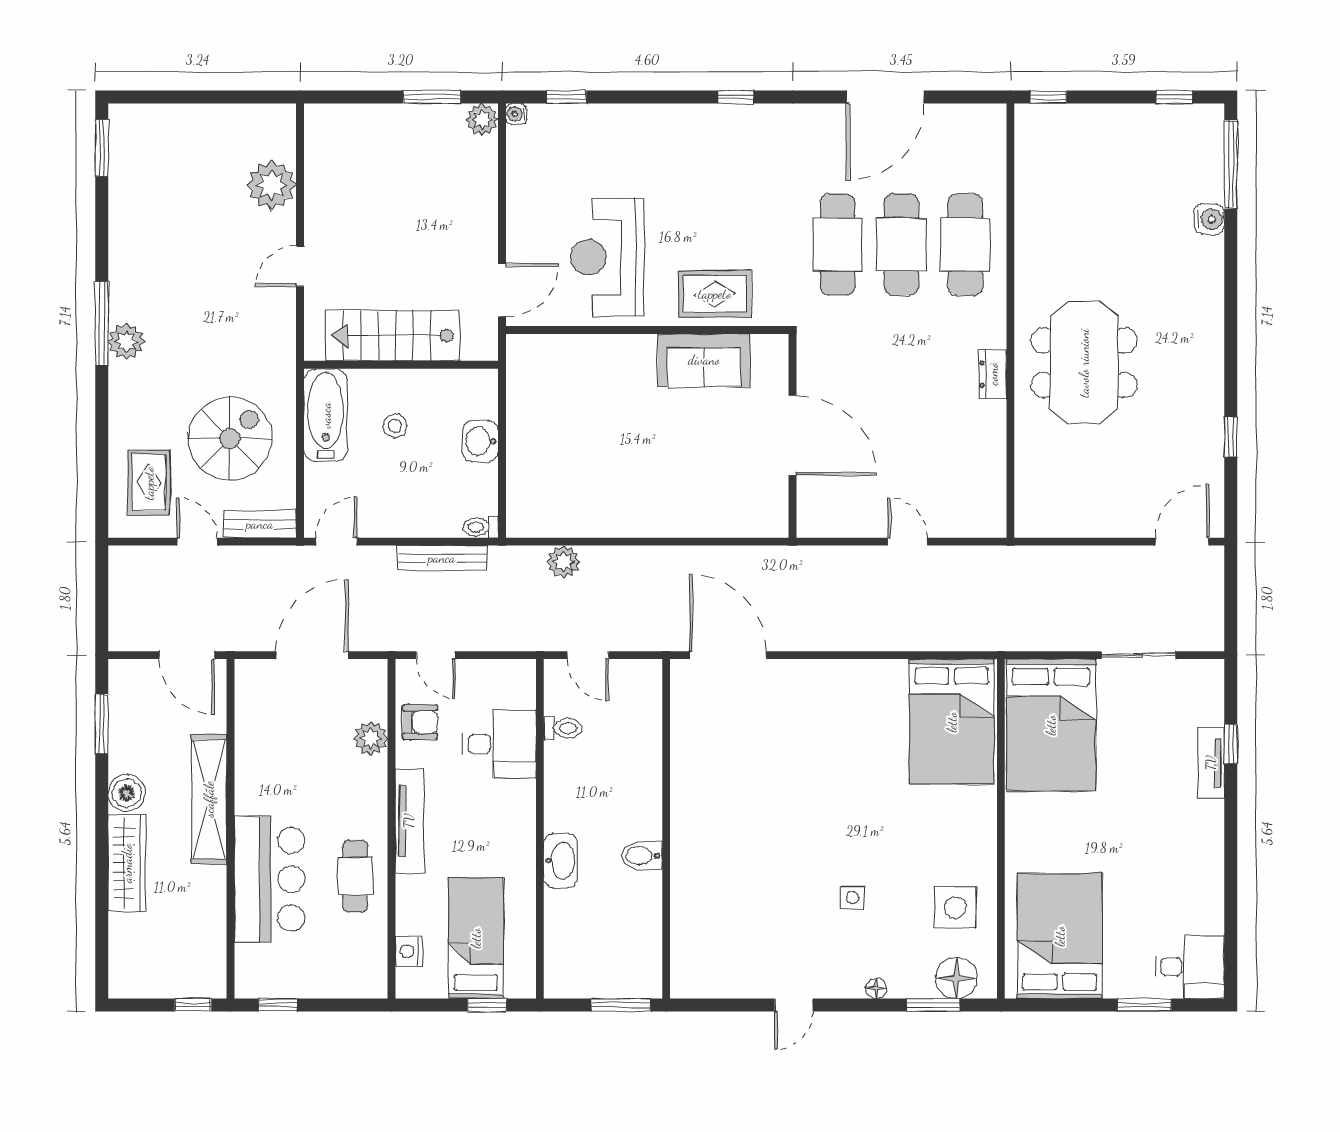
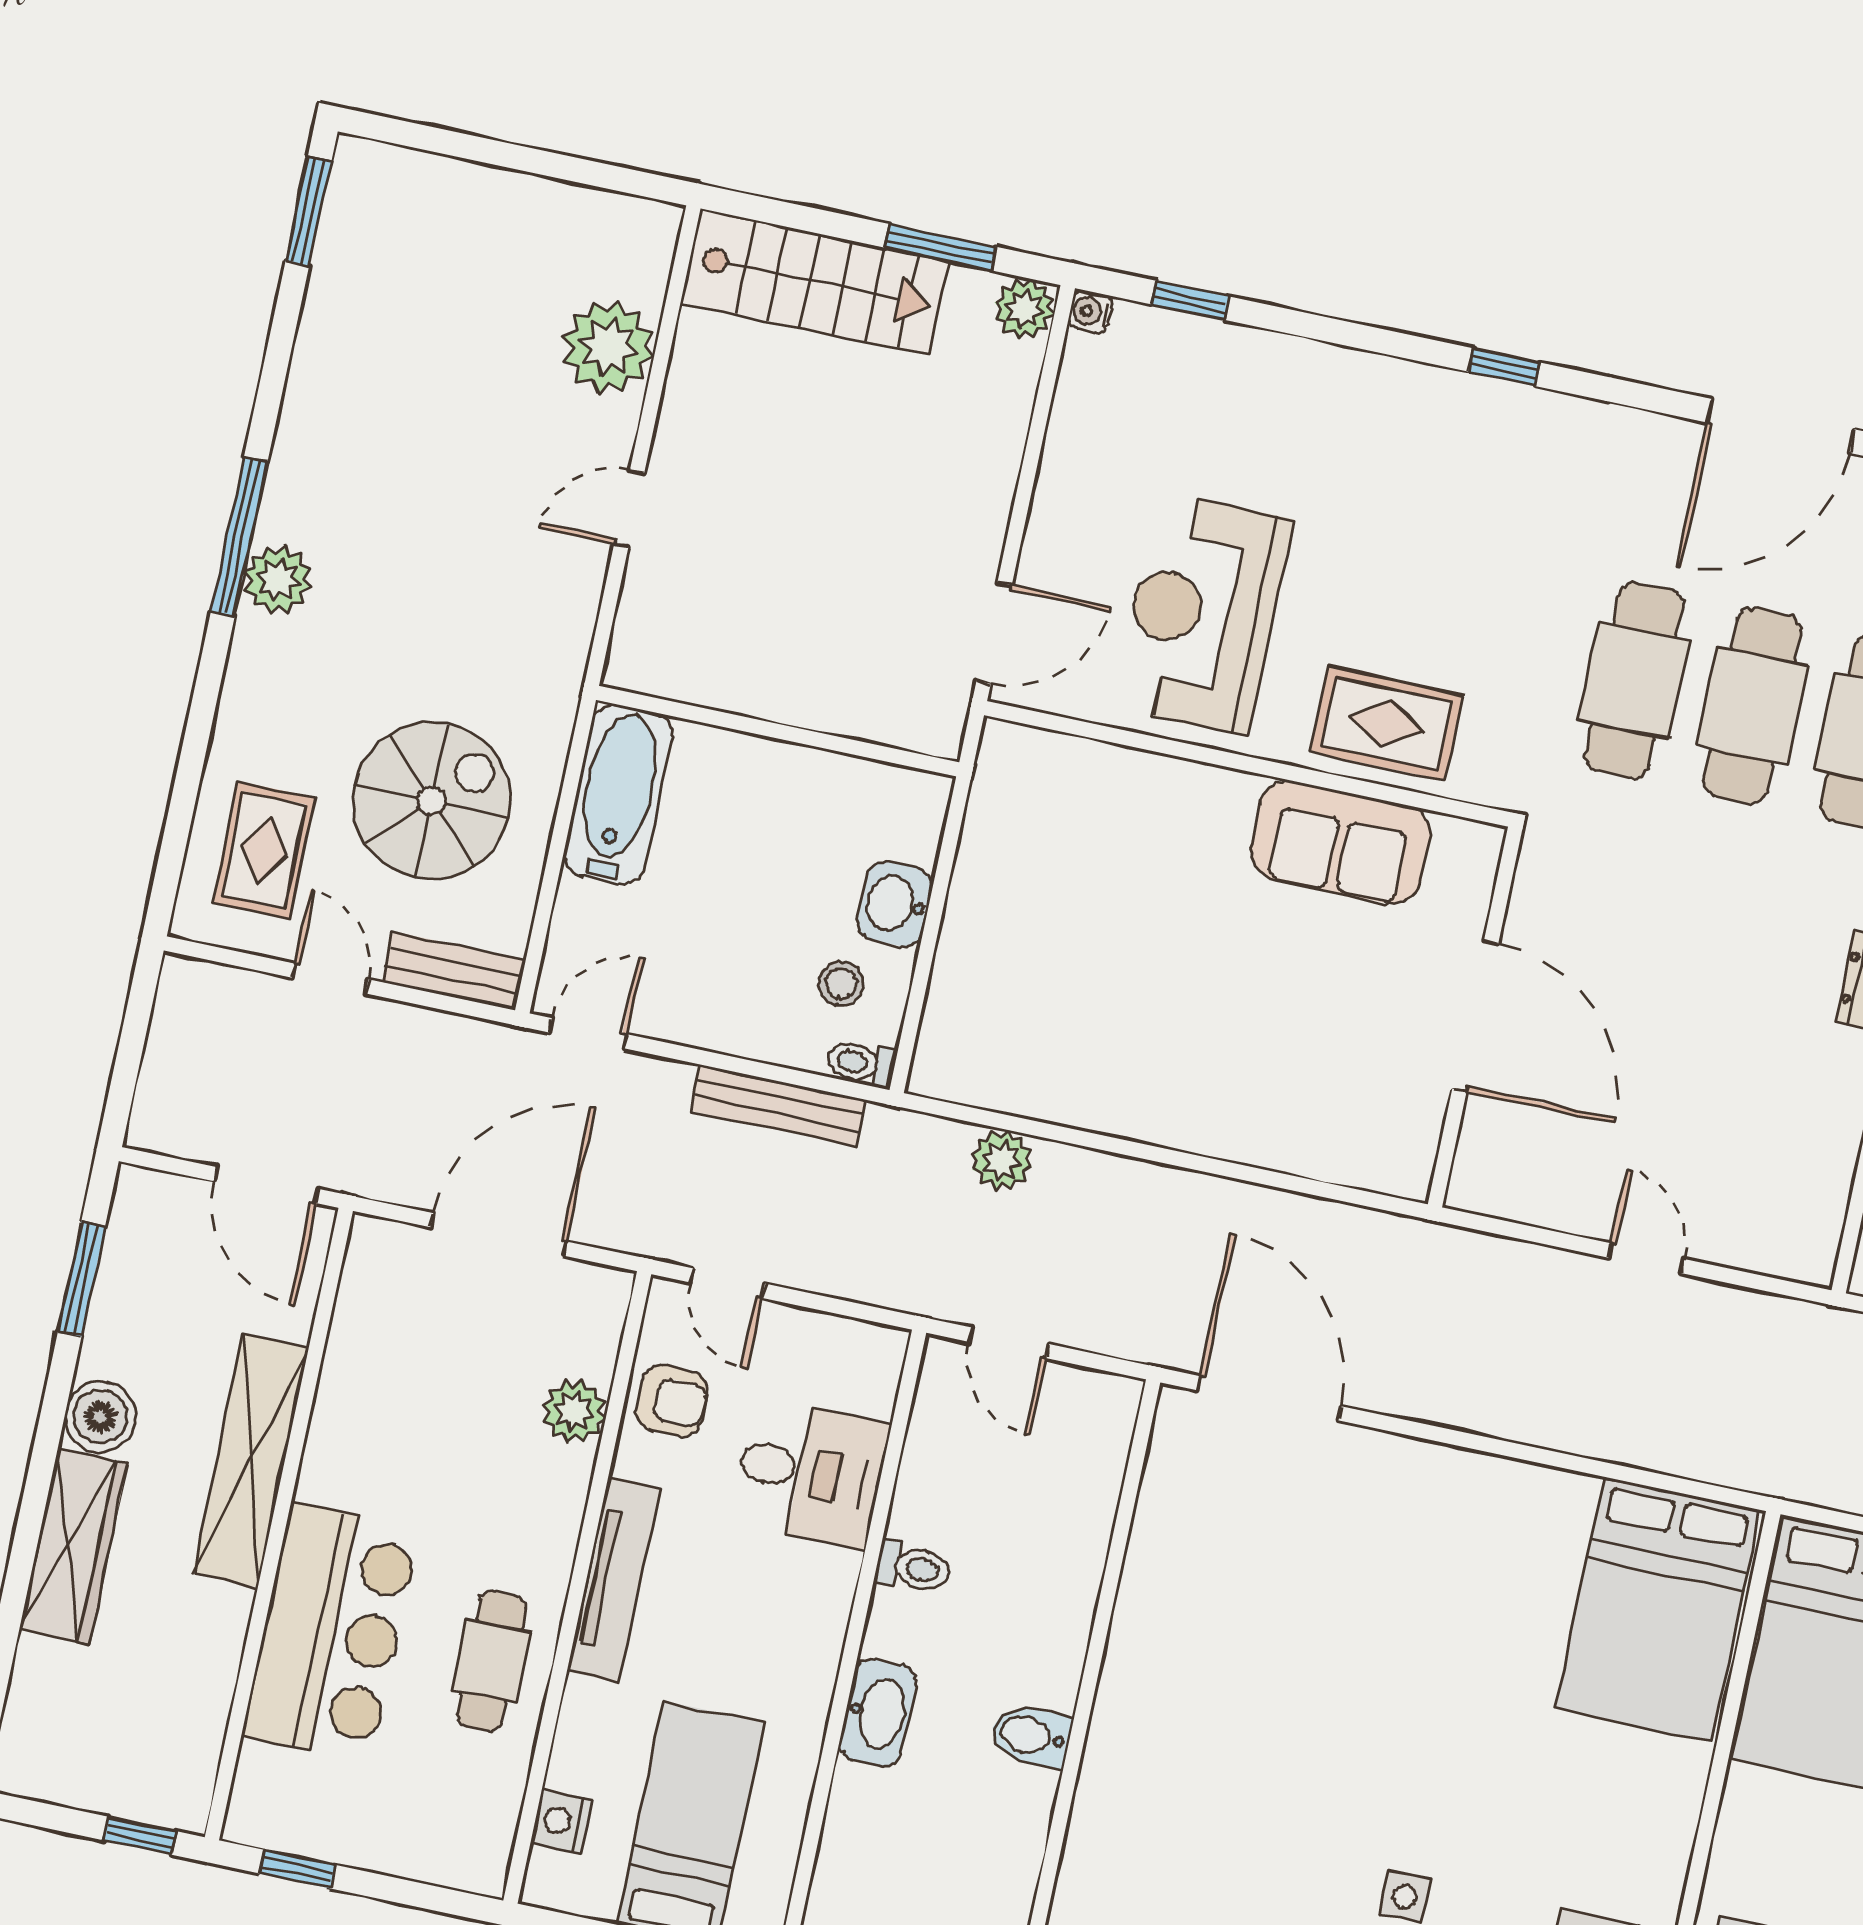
stairs: (393, 336) -> (815, 282), moved, turned 180
stool: (395, 426) -> (841, 984), moved
toilet: (563, 728) -> (913, 1568), moved

